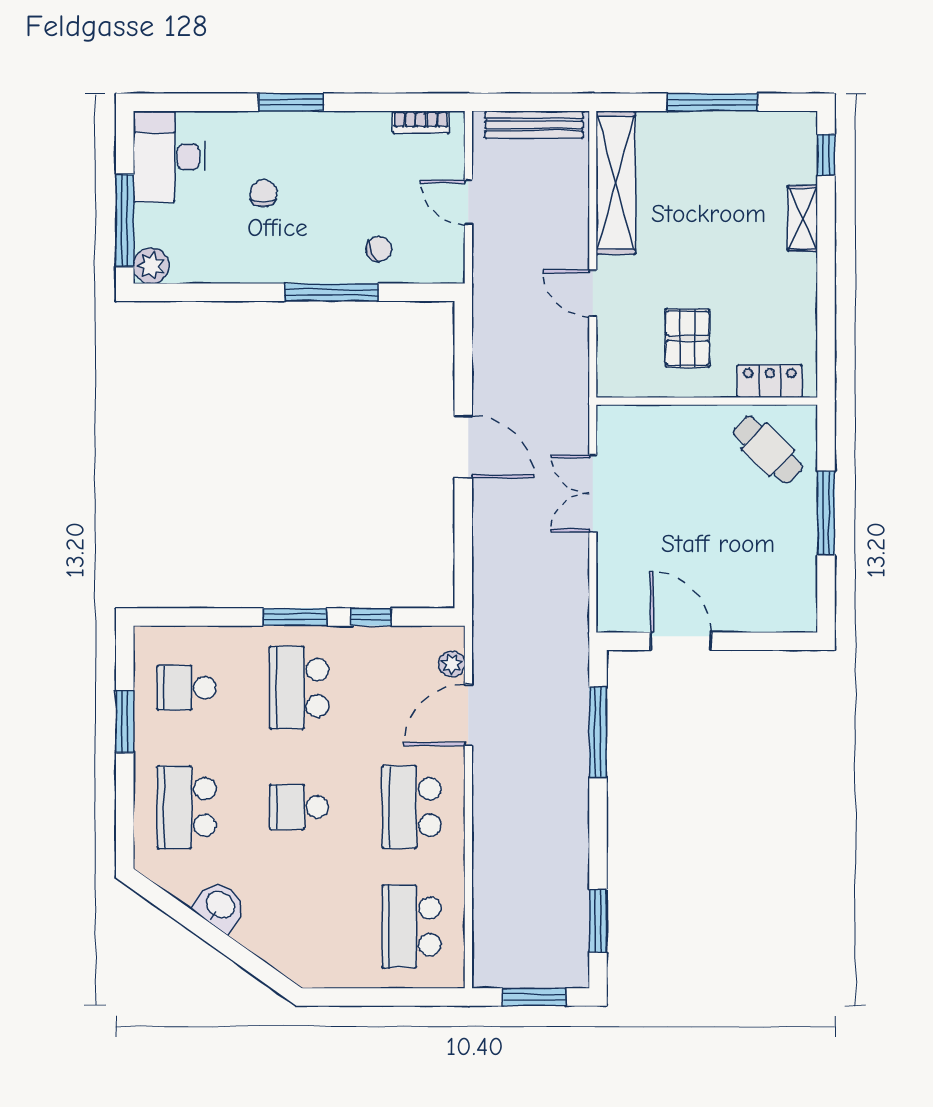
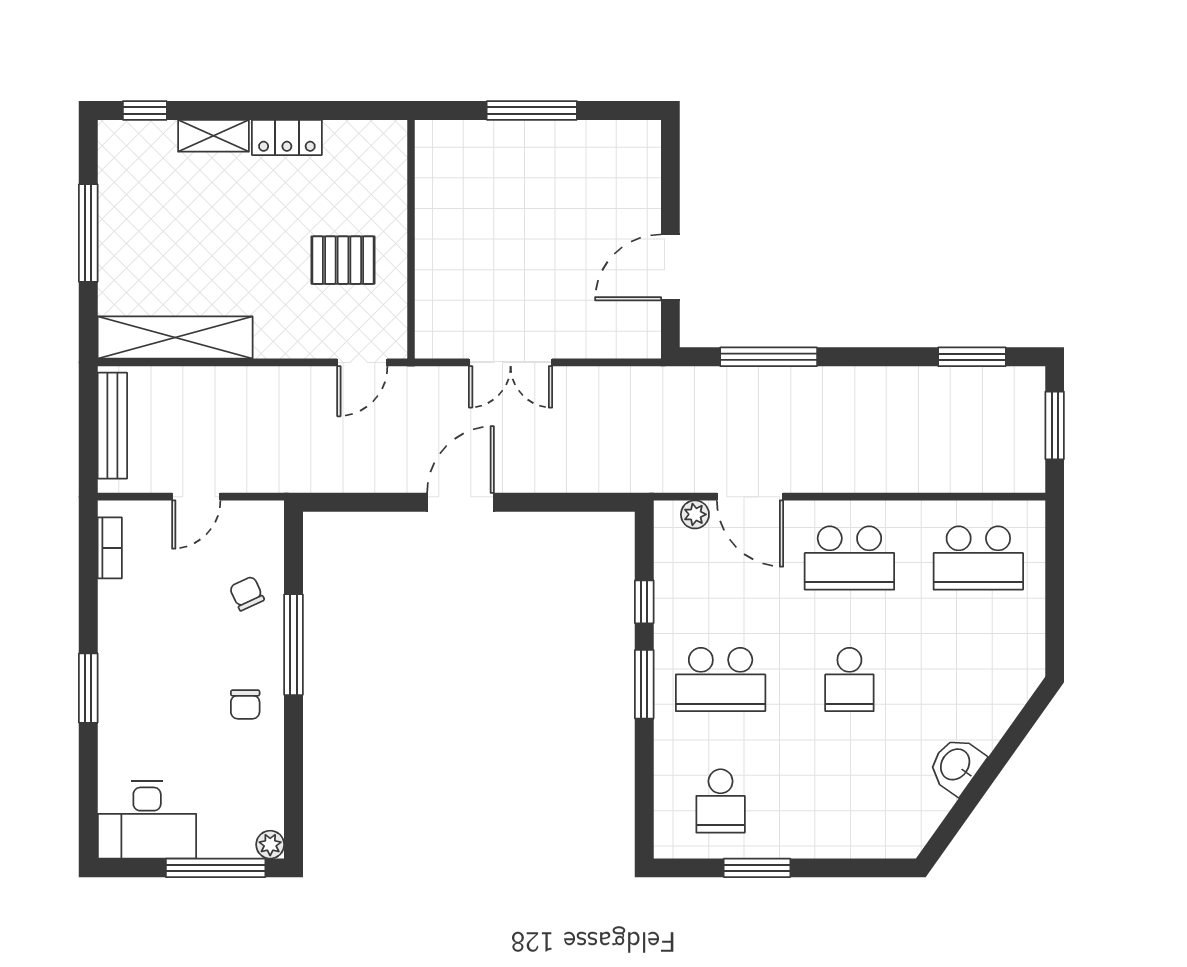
chair: (263, 194) -> (245, 704), moved, turned -90
plant: (151, 266) -> (270, 845), width x0.73, depth x0.73
door: (593, 293) -> (362, 362), moved
locker: (770, 381) -> (287, 137), moved, turned -90
cafe table: (768, 450) -> (463, 173), removed
school desk: (187, 807) -> (849, 801), removed

